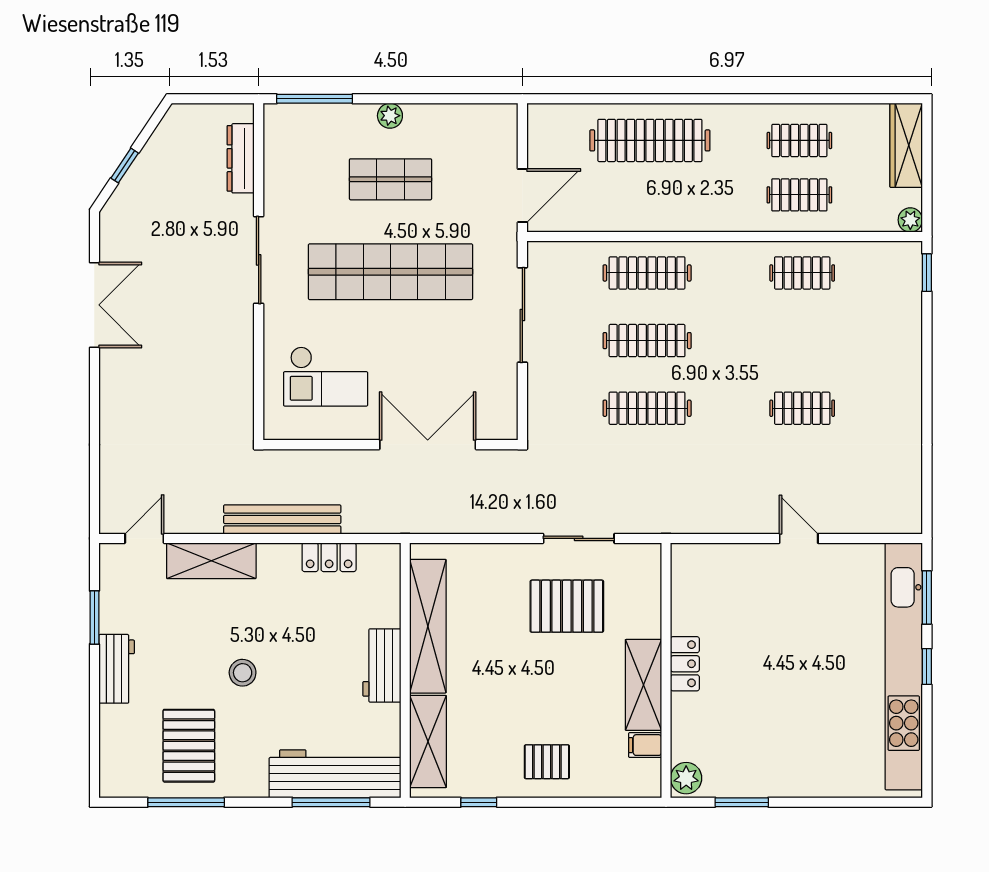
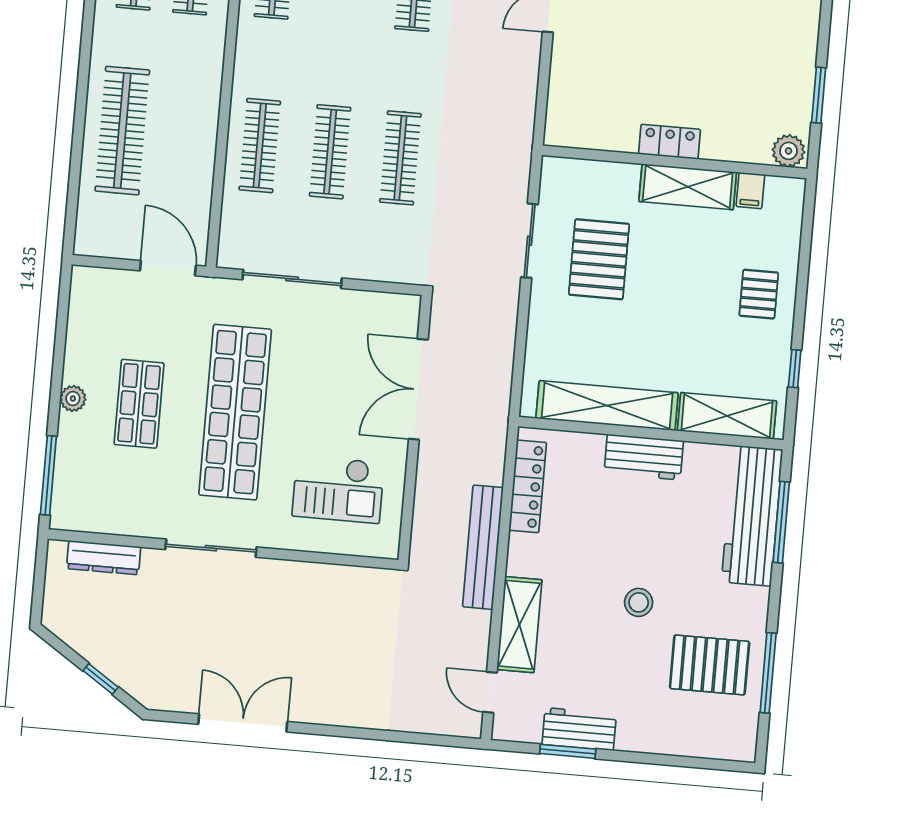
checkout: (326, 376) -> (338, 489), turned 90
locker: (329, 557) -> (528, 486), width x1.53
workbench: (117, 669) -> (579, 729), moved

